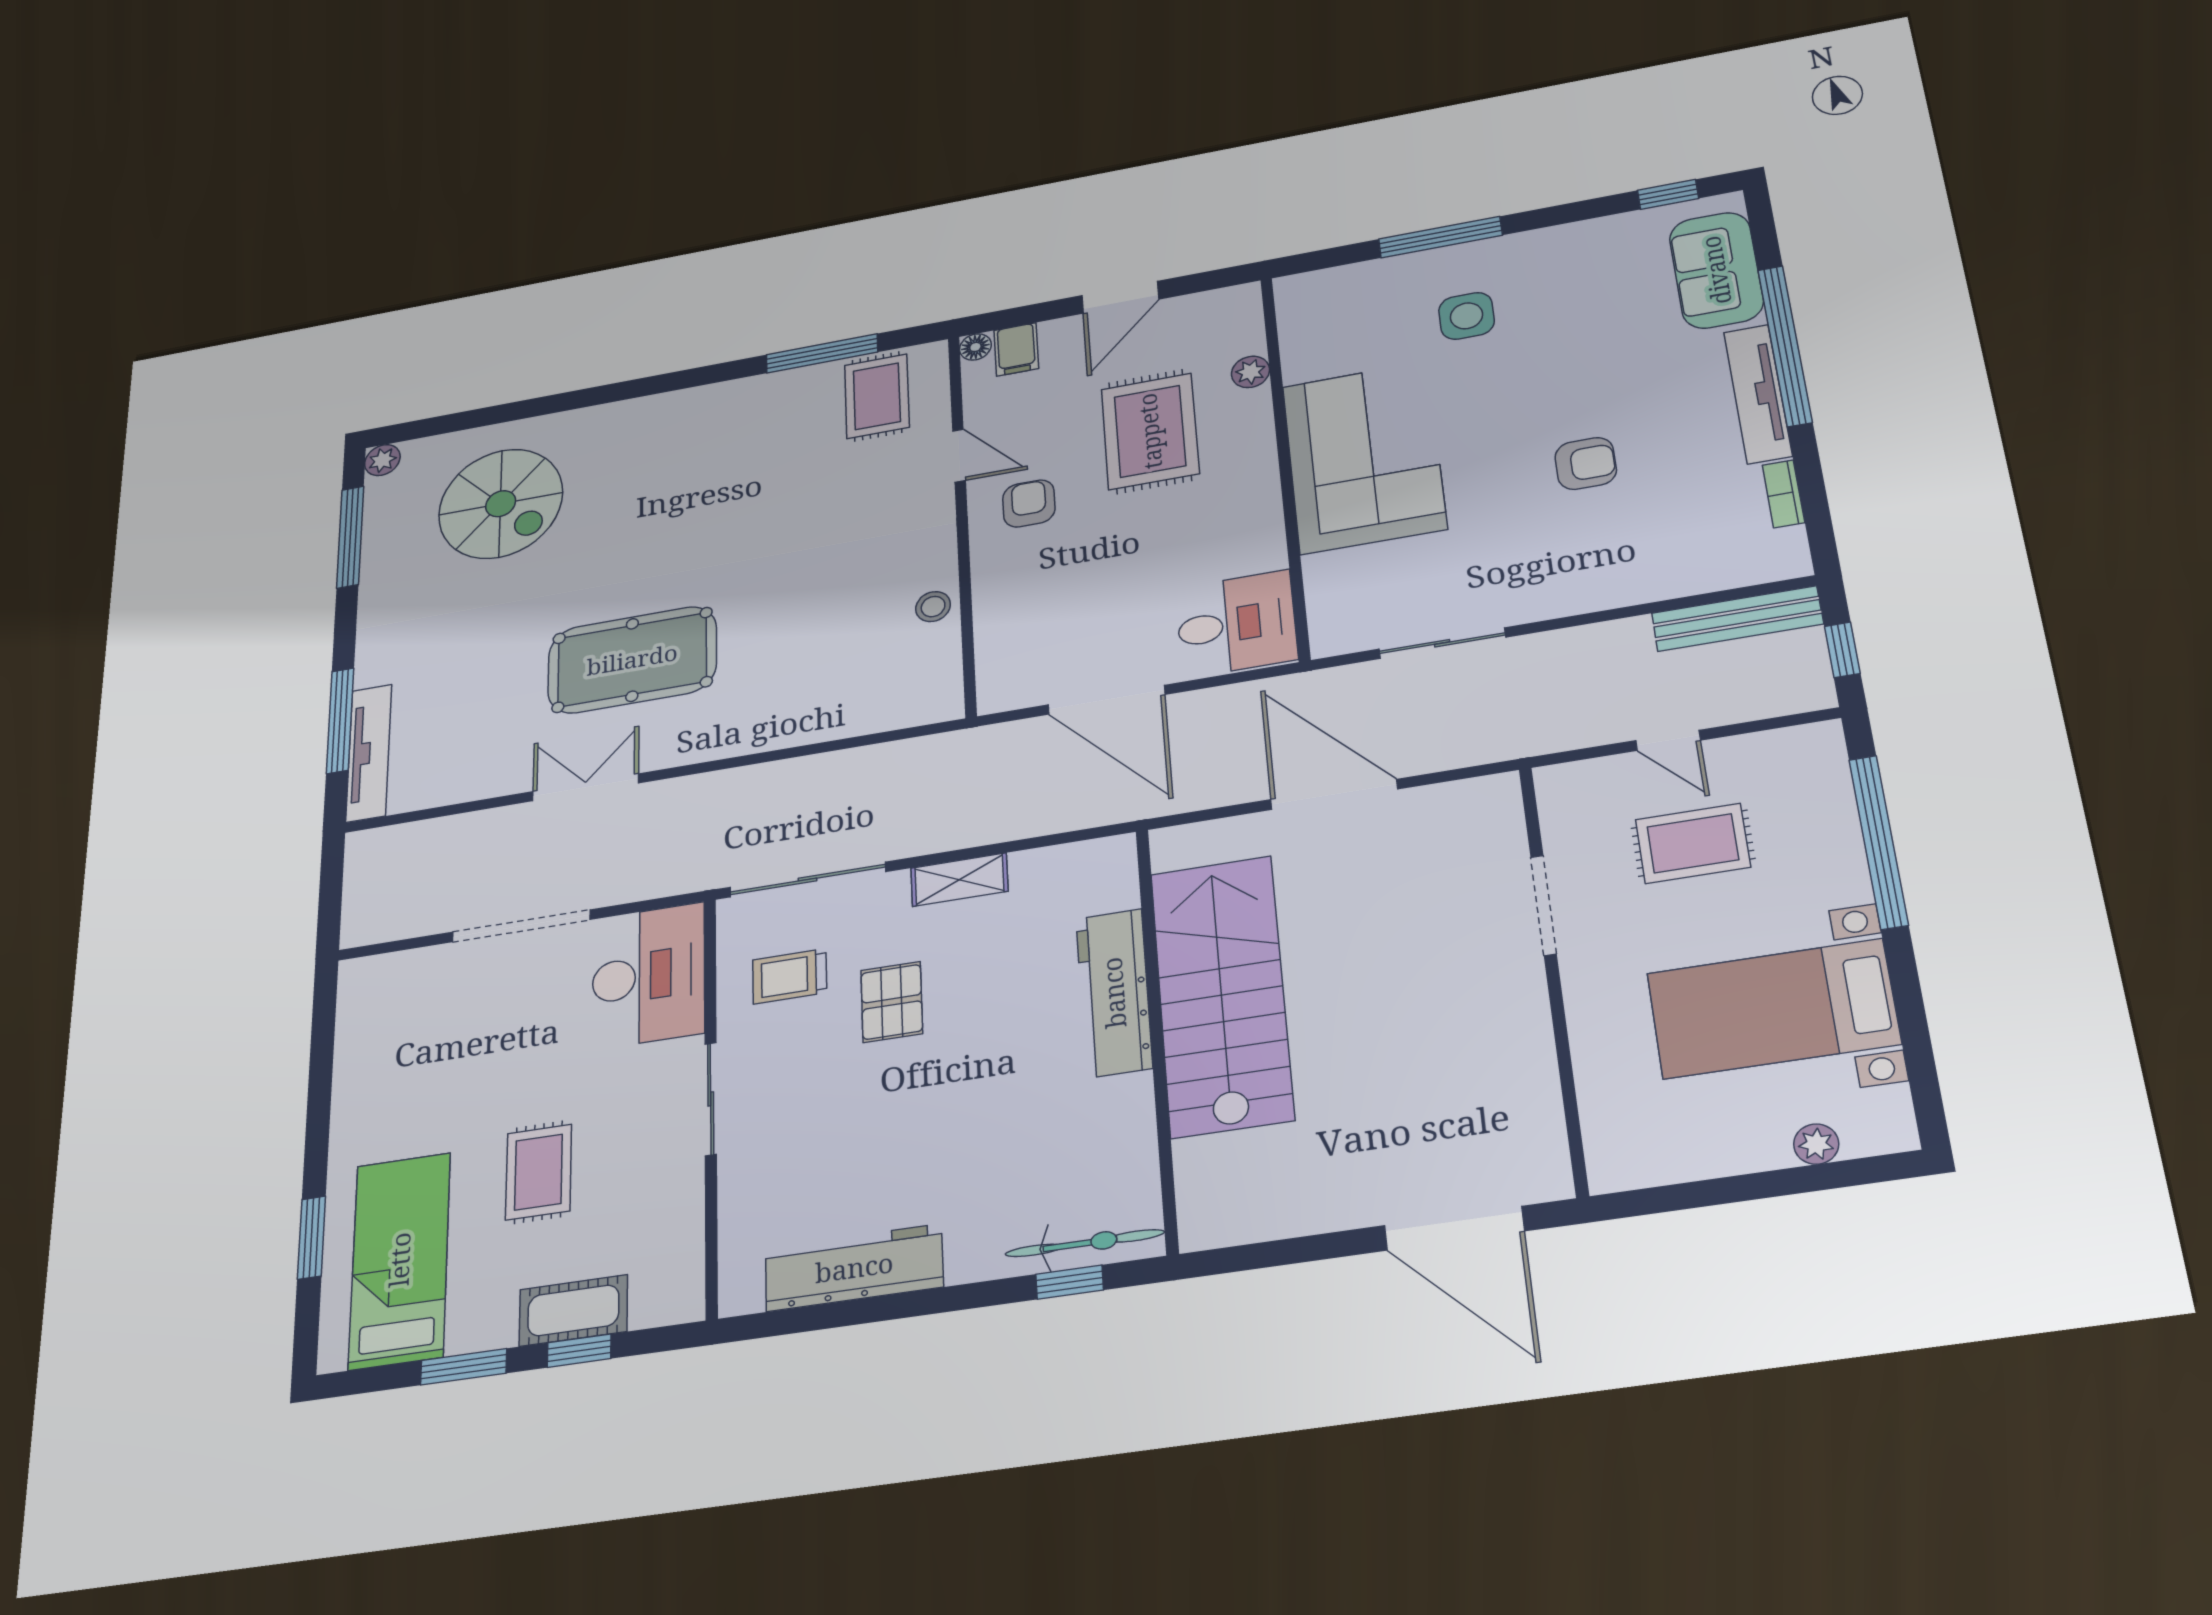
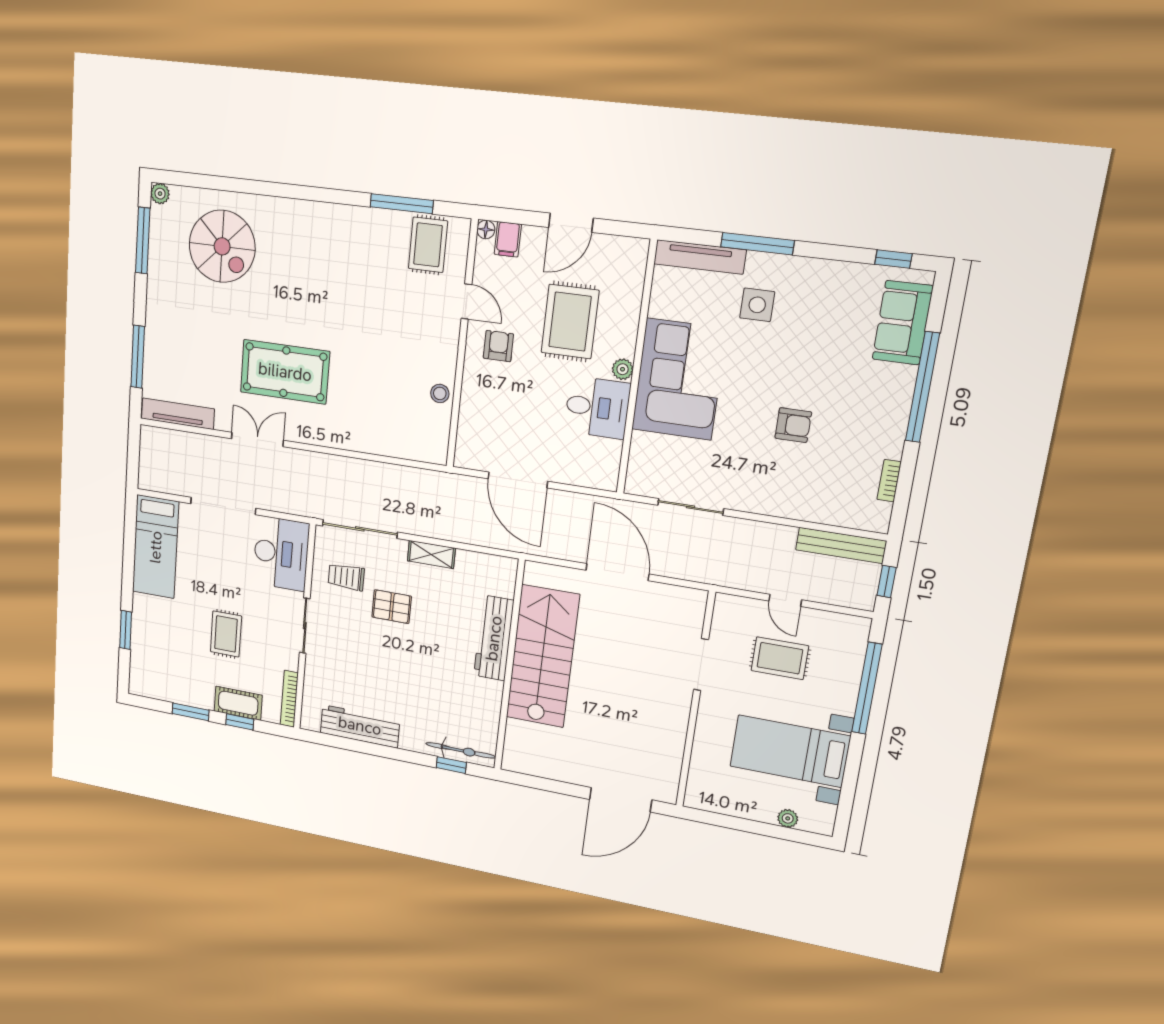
plant: (1250, 372) -> (623, 369), moved
tv unit: (1758, 394) -> (700, 257), moved, turned -90
desk: (1236, 624) -> (597, 407), moved
tv unit: (369, 753) -> (178, 414), moved, turned -90
pallet: (892, 1002) -> (392, 607), turned 90
door: (1454, 1228) -> (621, 800), hinge flipped
bed: (400, 1260) -> (156, 547), moved, turned 180
bookcase: (689, 1262) -> (289, 699), added

